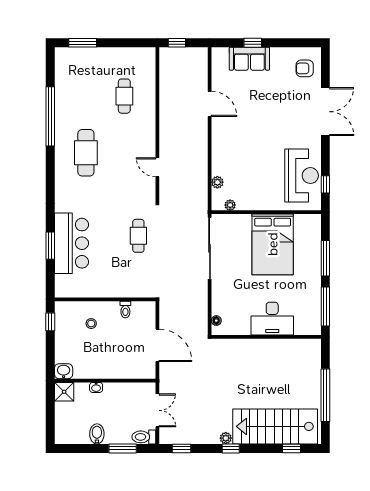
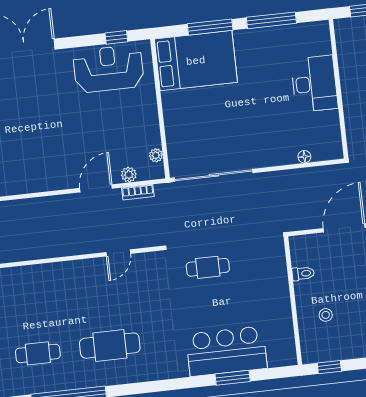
cafe table: (124, 96) -> (38, 353), moved
door: (210, 104) -> (96, 188), moved
bookcase: (203, 188) -> (138, 192), added
bed: (273, 244) -> (196, 61), moved
desk: (272, 319) -> (314, 84), moved
wall: (266, 337) -> (338, 89), moved

